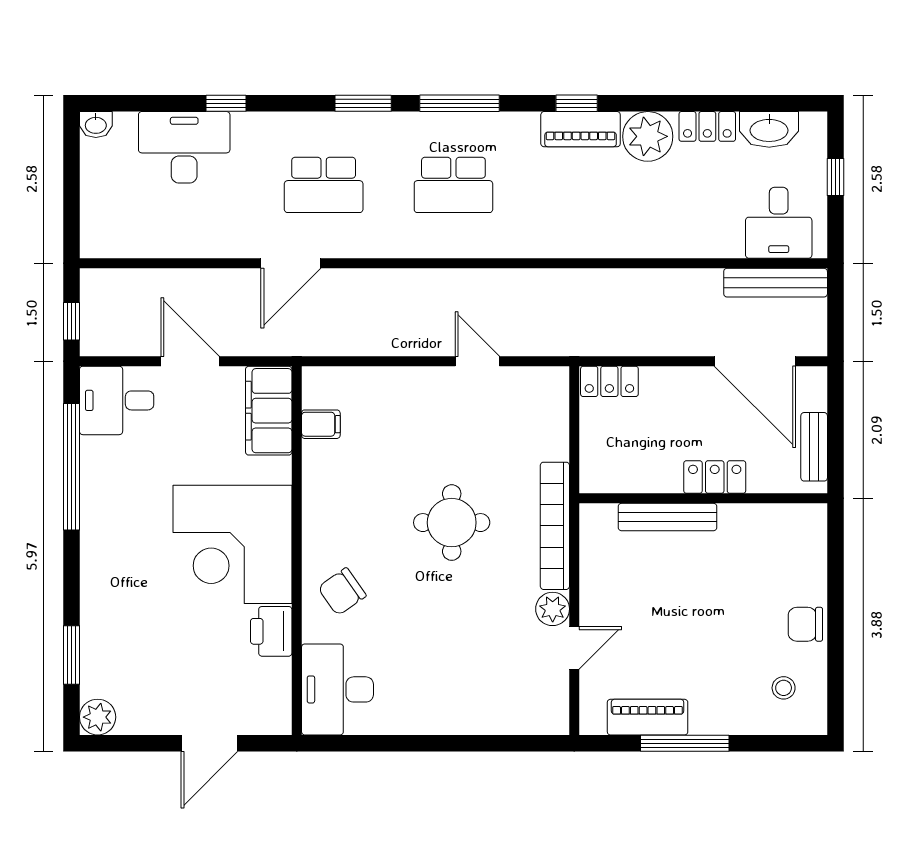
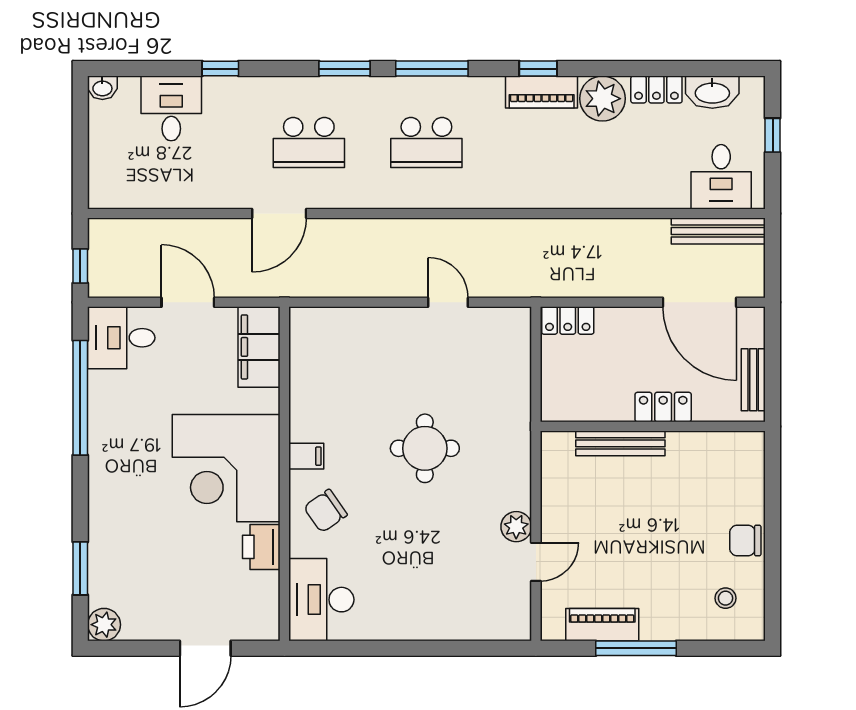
desk: (184, 147) -> (171, 108), width x0.73
filing cabinet: (321, 424) -> (306, 456), moved
bookcase: (555, 526) -> (518, 451), removed

